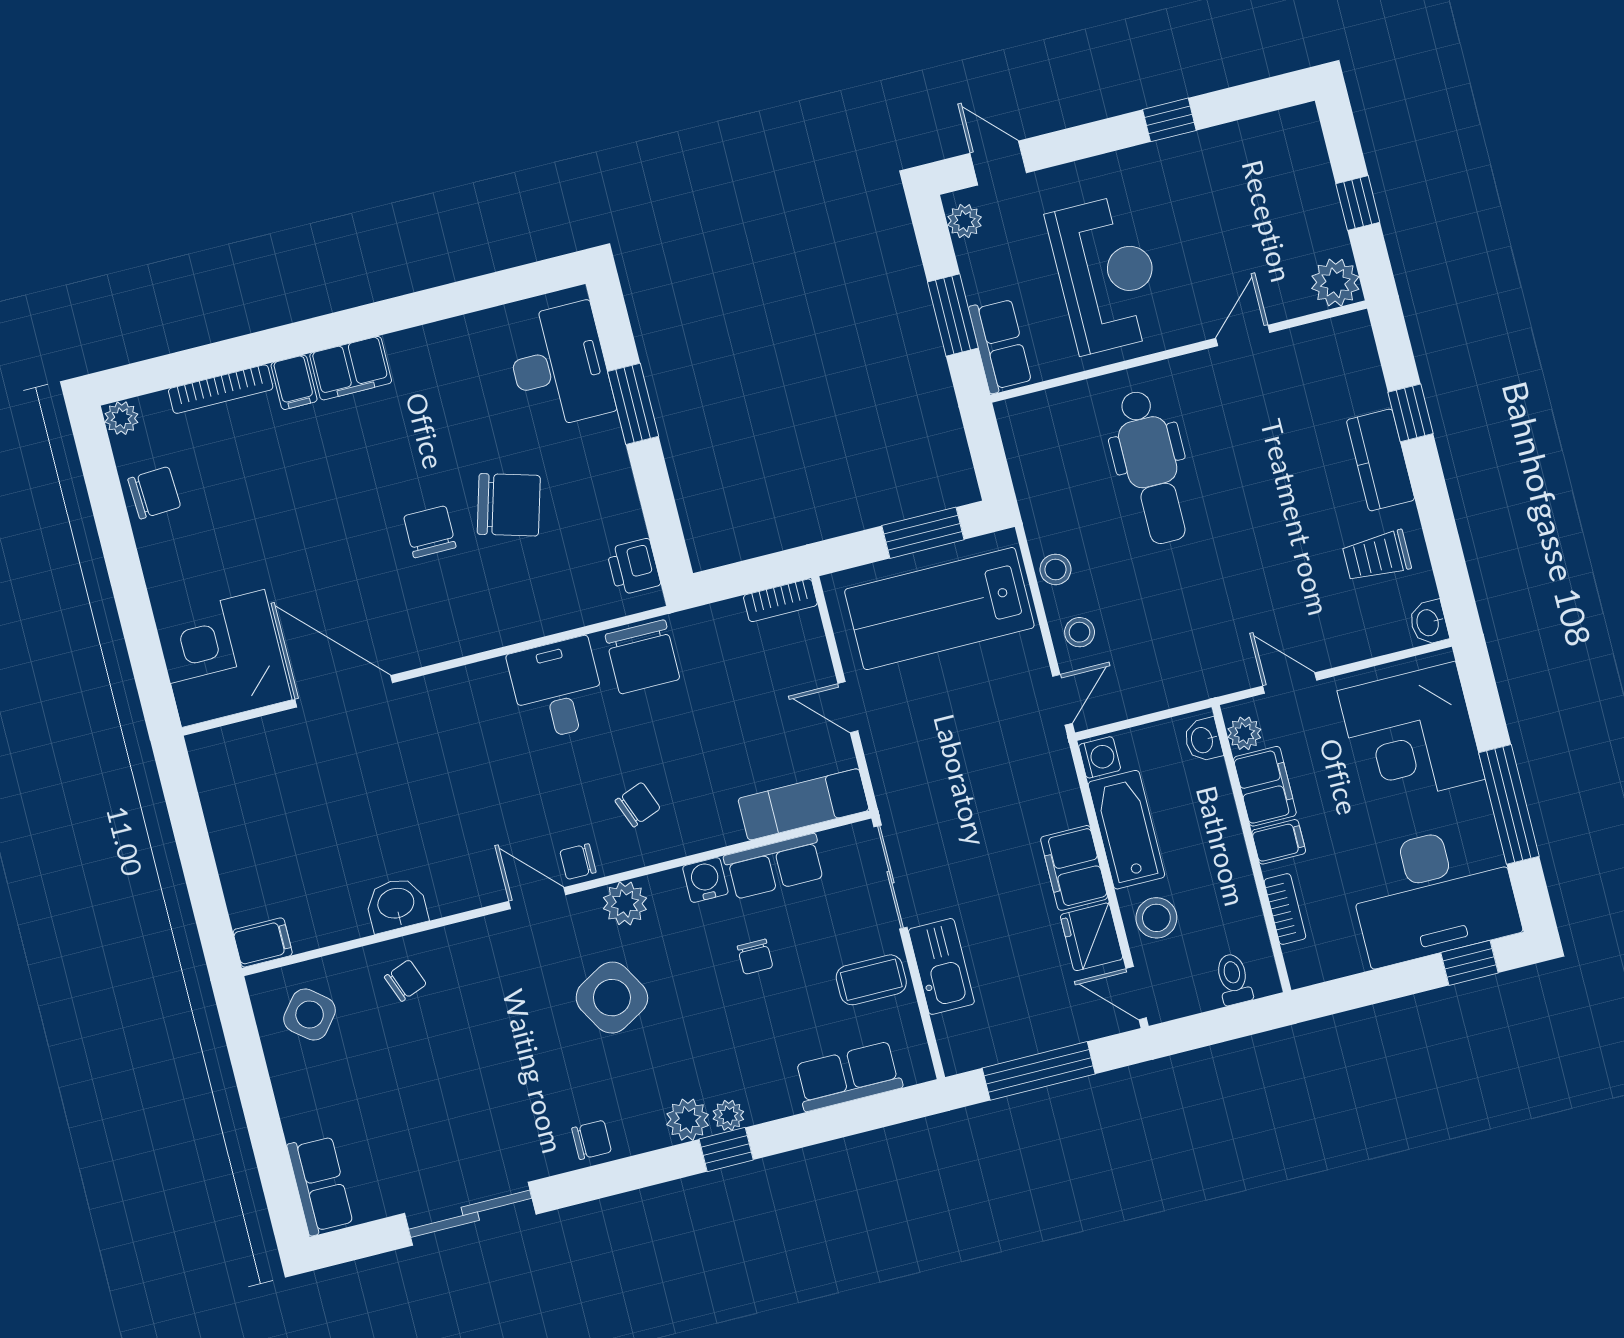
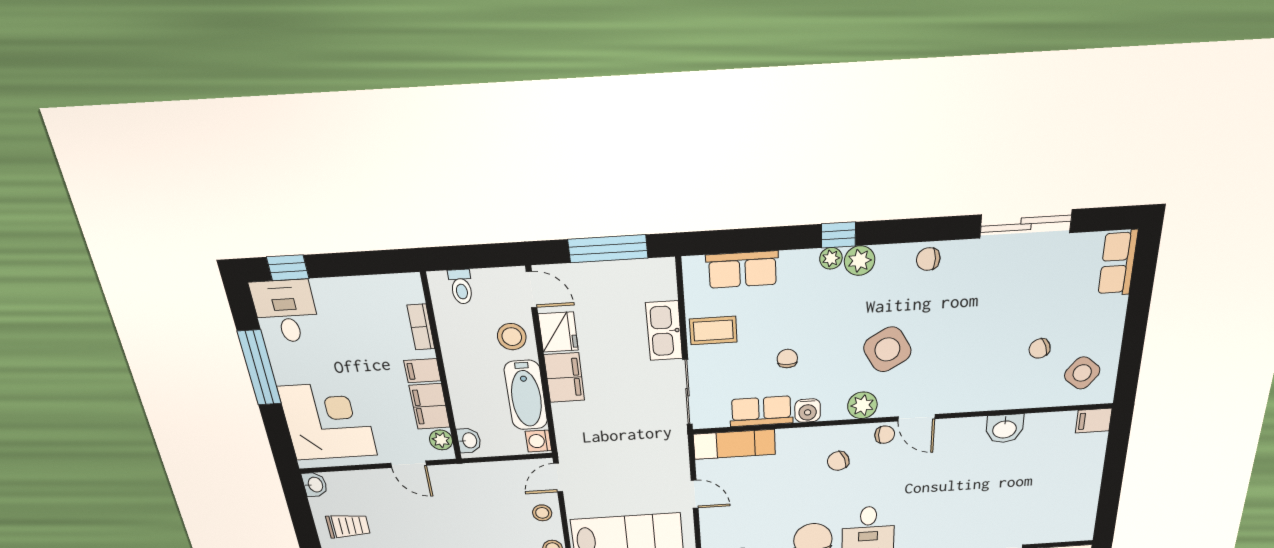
desk: (1433, 894) -> (286, 311), width x0.53, depth x0.77
chair: (405, 980) -> (1040, 348), moved

